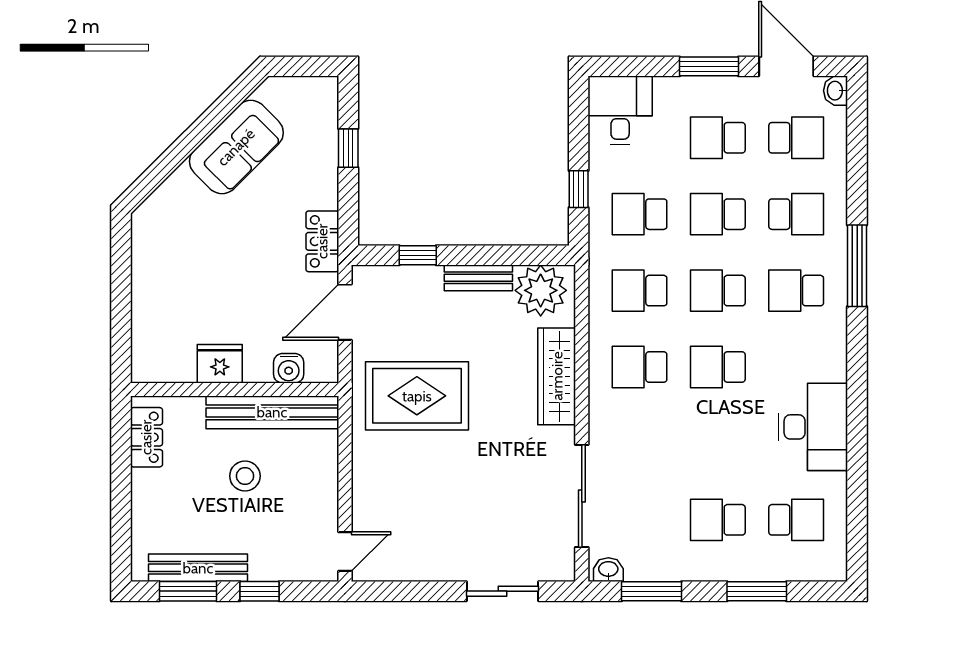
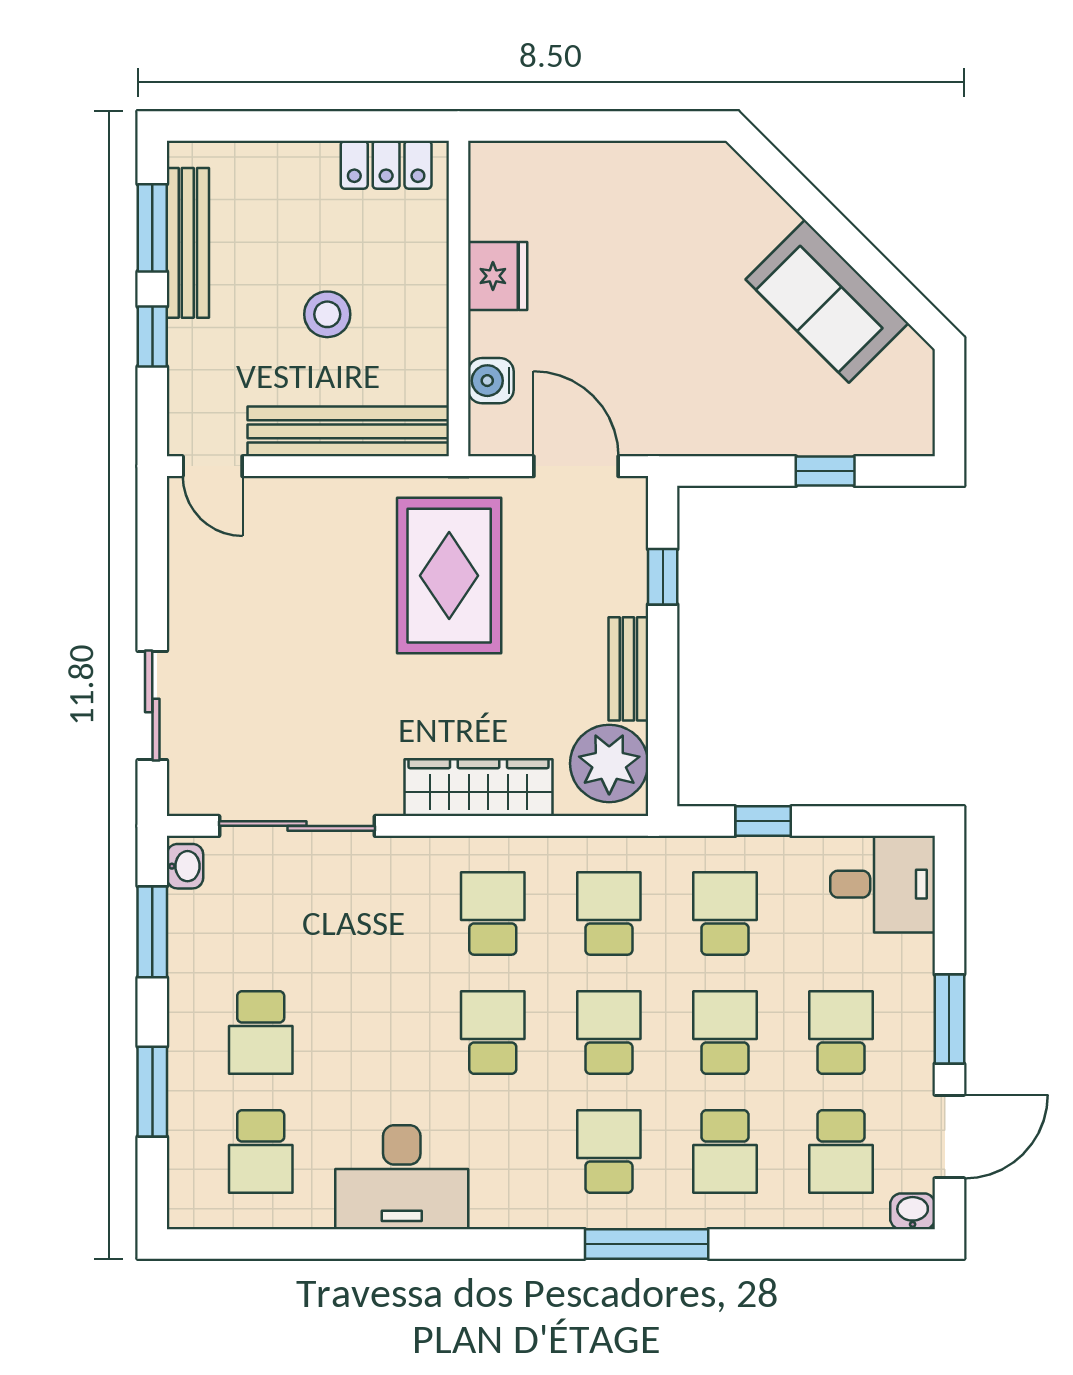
locker: (322, 241) -> (684, 432), removed
bench: (272, 412) -> (348, 431), moved, turned 90
school desk: (718, 520) -> (261, 1032), turned 180

